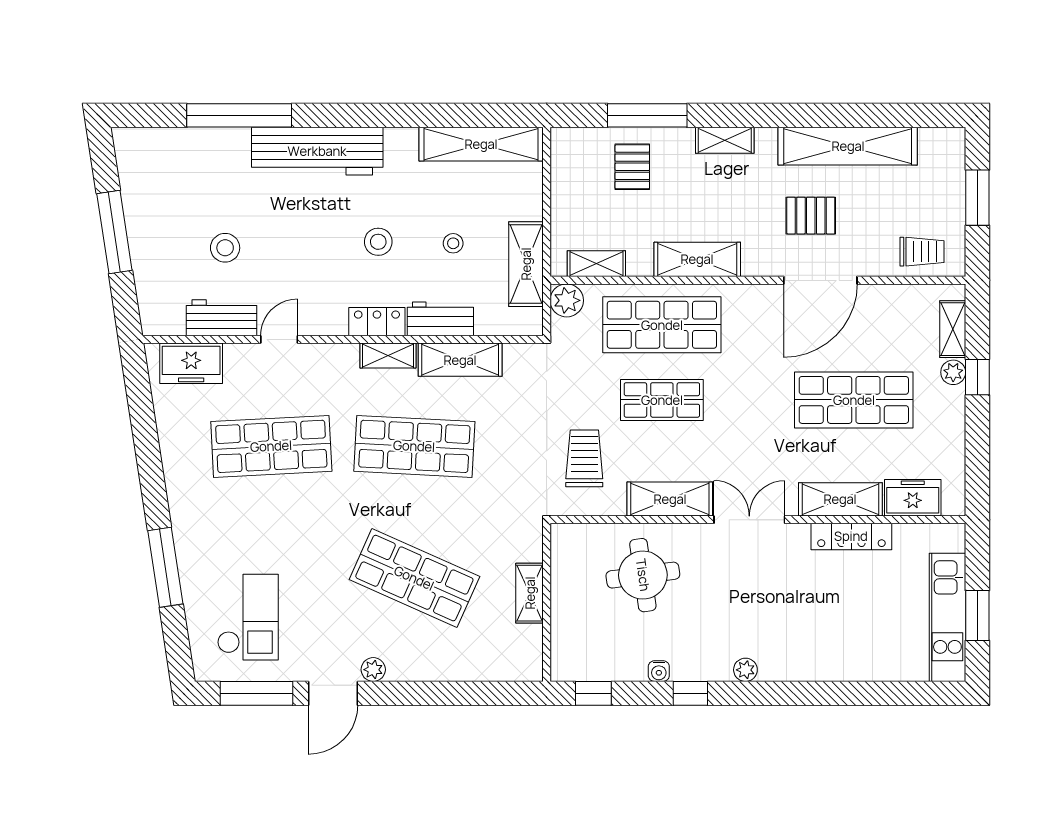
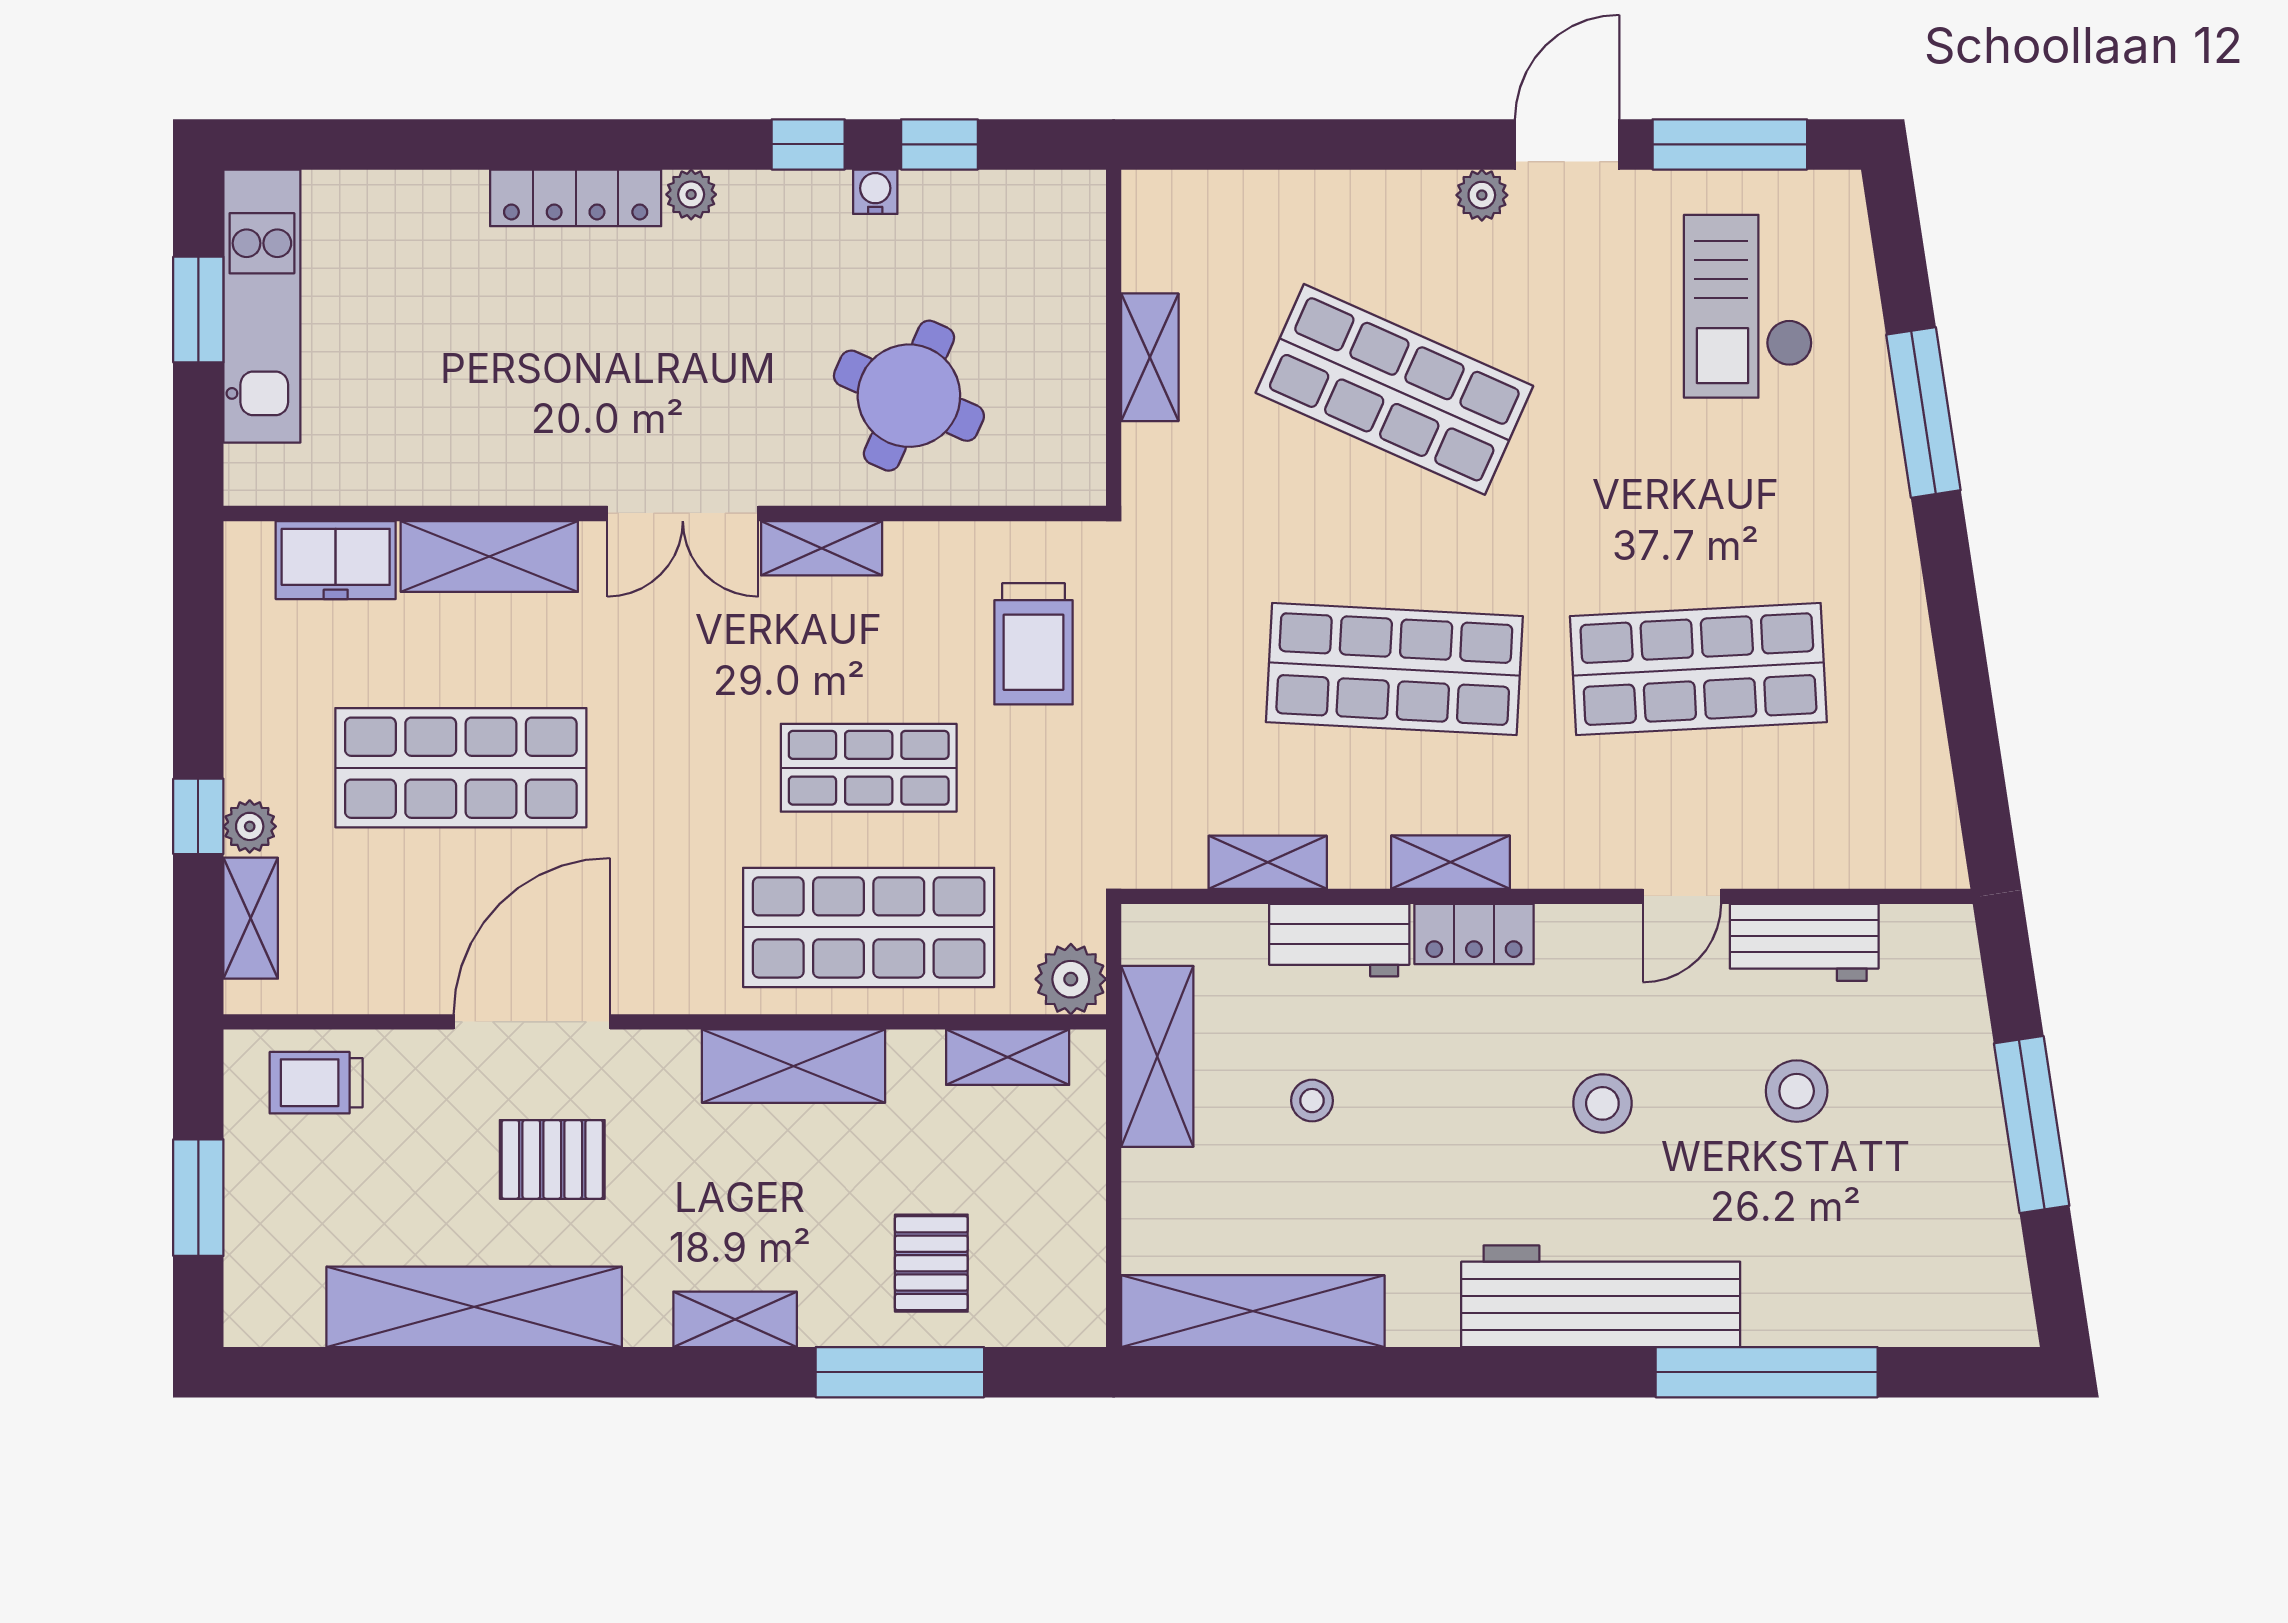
stool: (378, 242) -> (1602, 1103), moved
shelving: (460, 360) -> (1268, 862), width x0.67, depth x0.75
freezer: (191, 363) -> (1868, 846), removed
shelving: (670, 499) -> (822, 548), width x0.67, depth x0.75
locker: (851, 536) -> (576, 198), moved, turned 180
round table: (643, 575) -> (909, 396), turned 32
window: (593, 693) -> (939, 144), moved

